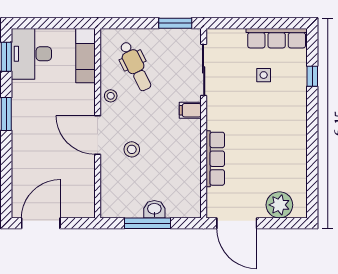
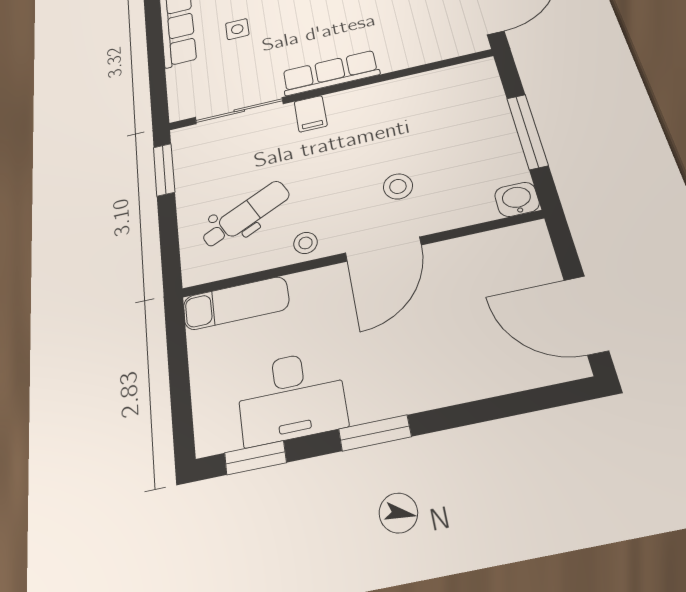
desk: (31, 54) -> (291, 397), moved
row of seats: (215, 159) -> (330, 73), moved
washbasin: (154, 209) -> (517, 199), moved, turned 90

